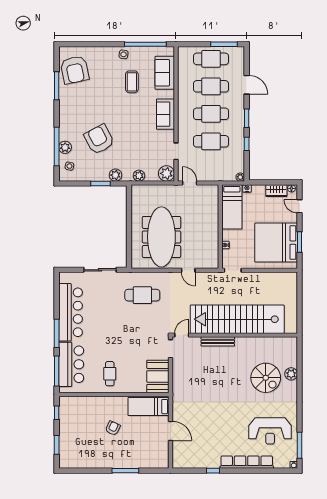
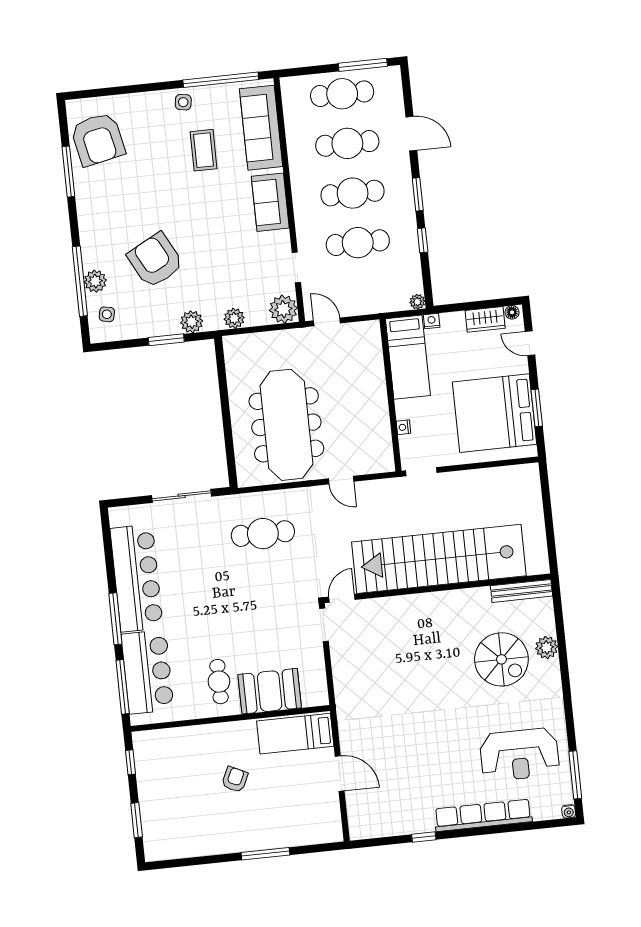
sofa: (165, 73) -> (261, 128), width x1.36
bench: (218, 341) -> (522, 591), moved
booth: (158, 376) -> (270, 691), moved, turned 90

